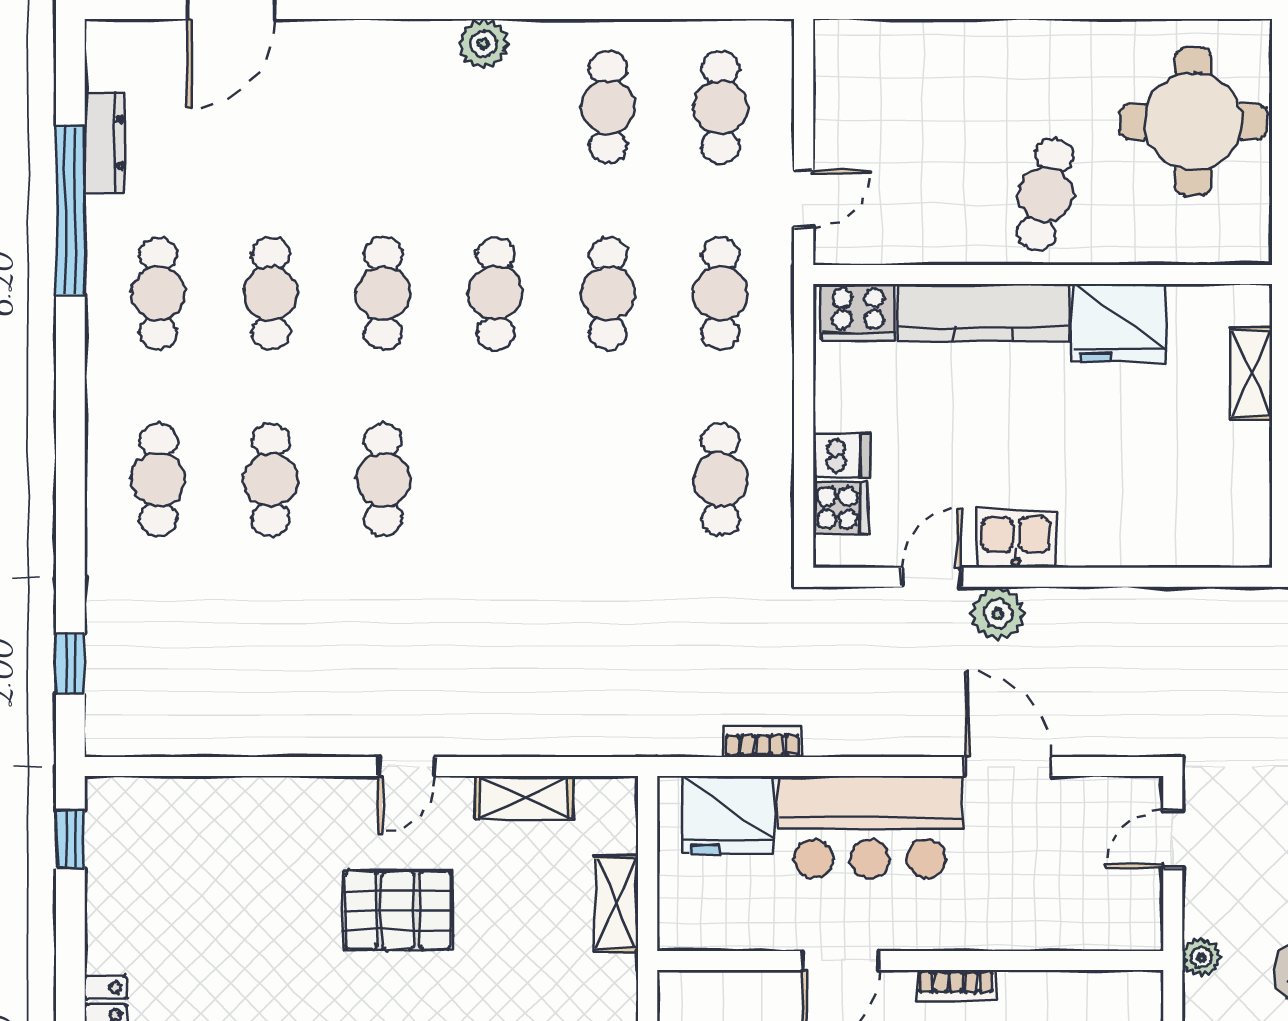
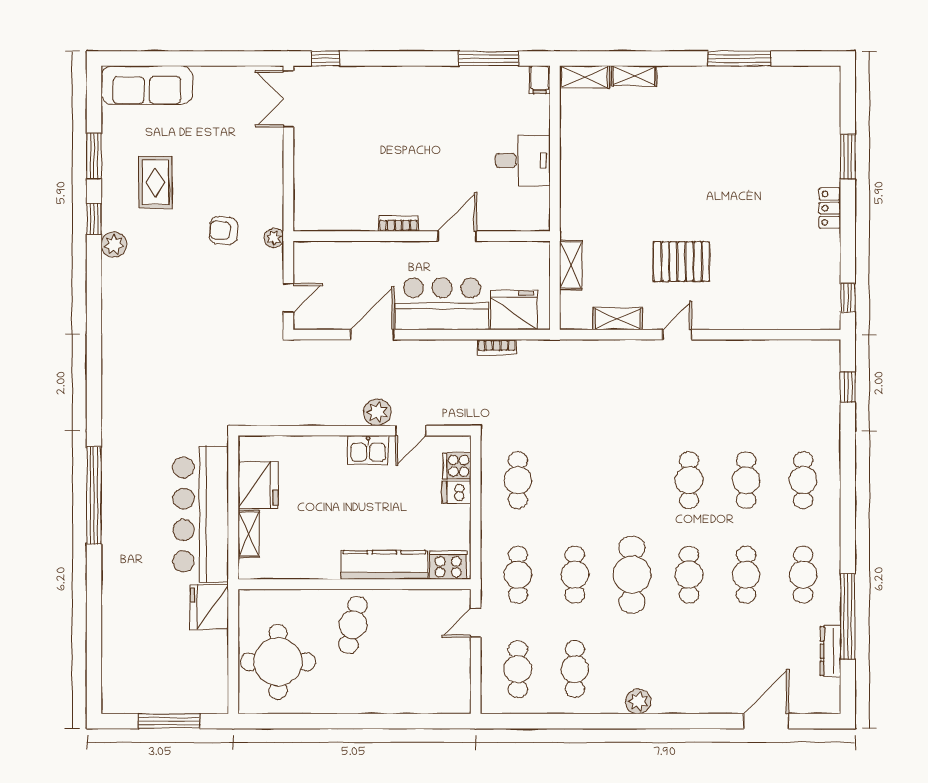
cafe table: (496, 293) -> (632, 575), width x1.37, depth x1.35
fridge: (1119, 323) -> (258, 485), moved, turned 90
door: (1008, 766) -> (372, 335), swing flipped

